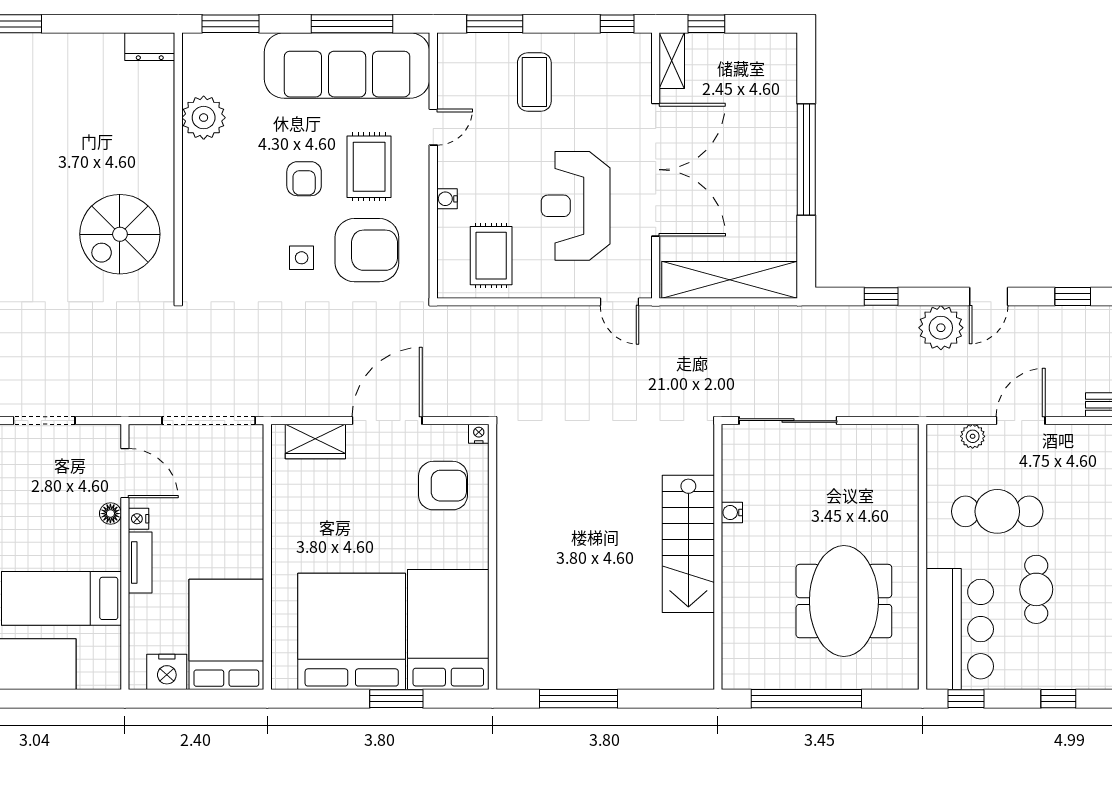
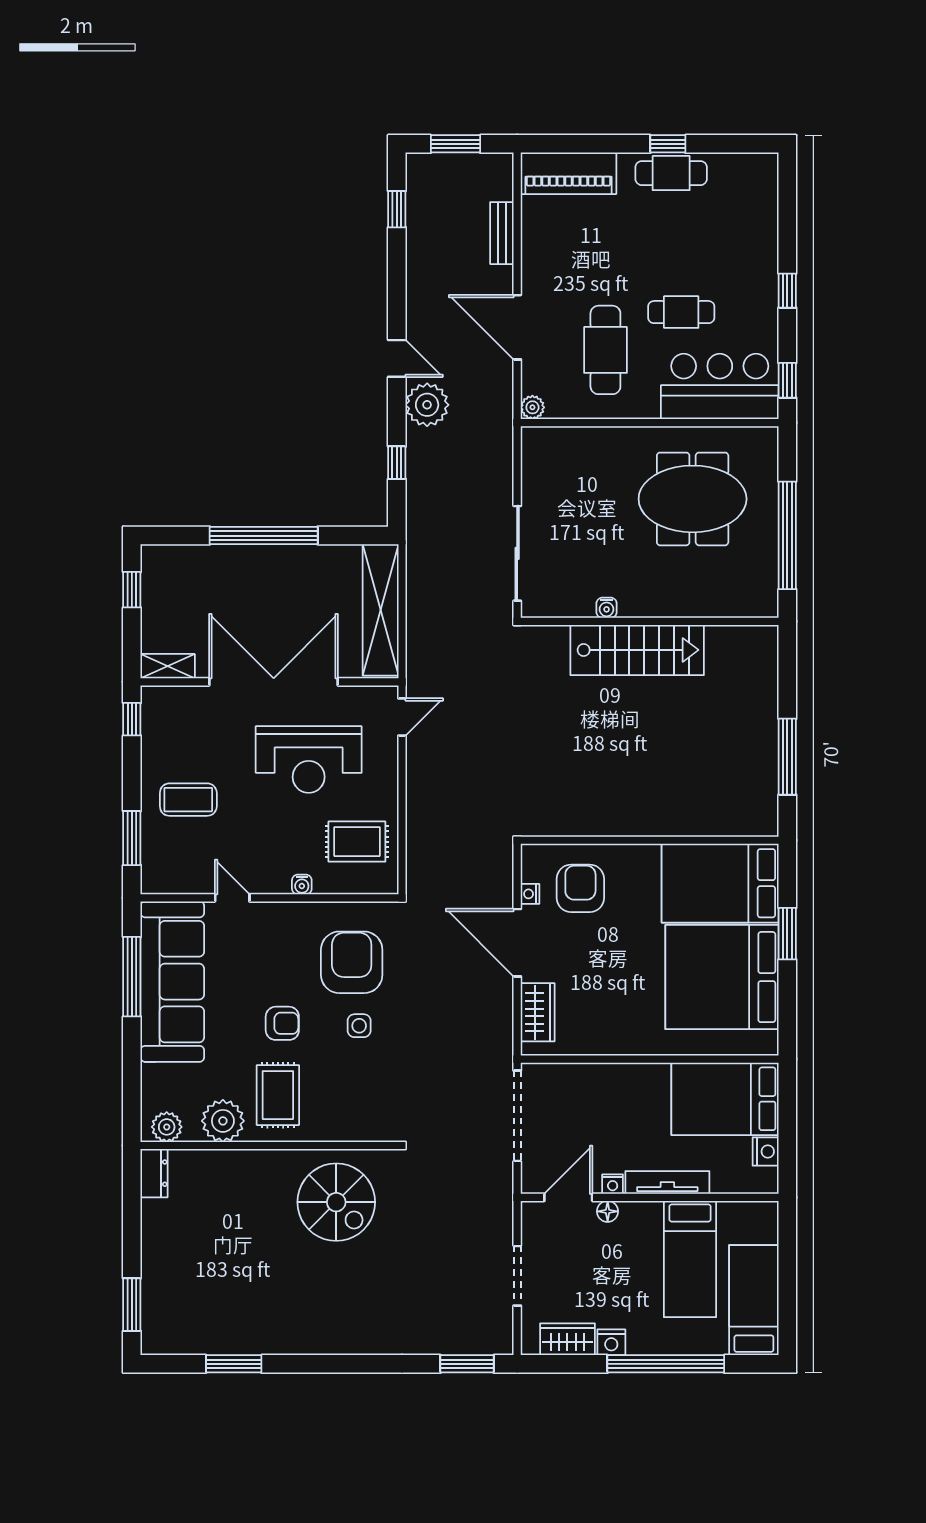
window: (230, 24) -> (132, 1095), removed
window: (706, 24) -> (132, 590), moved
plant: (197, 60) -> (167, 1127), added
rug: (369, 167) -> (278, 1095), moved, turned 90
window: (1073, 297) -> (397, 277), removed
door: (1021, 421) -> (517, 327), width x1.36
nightstand: (479, 434) -> (530, 894), moved
plant: (973, 436) -> (532, 407), moved
tv unit: (140, 563) -> (667, 1183), width x1.41
nightstand: (167, 672) -> (766, 1152), width x0.74, depth x0.75

